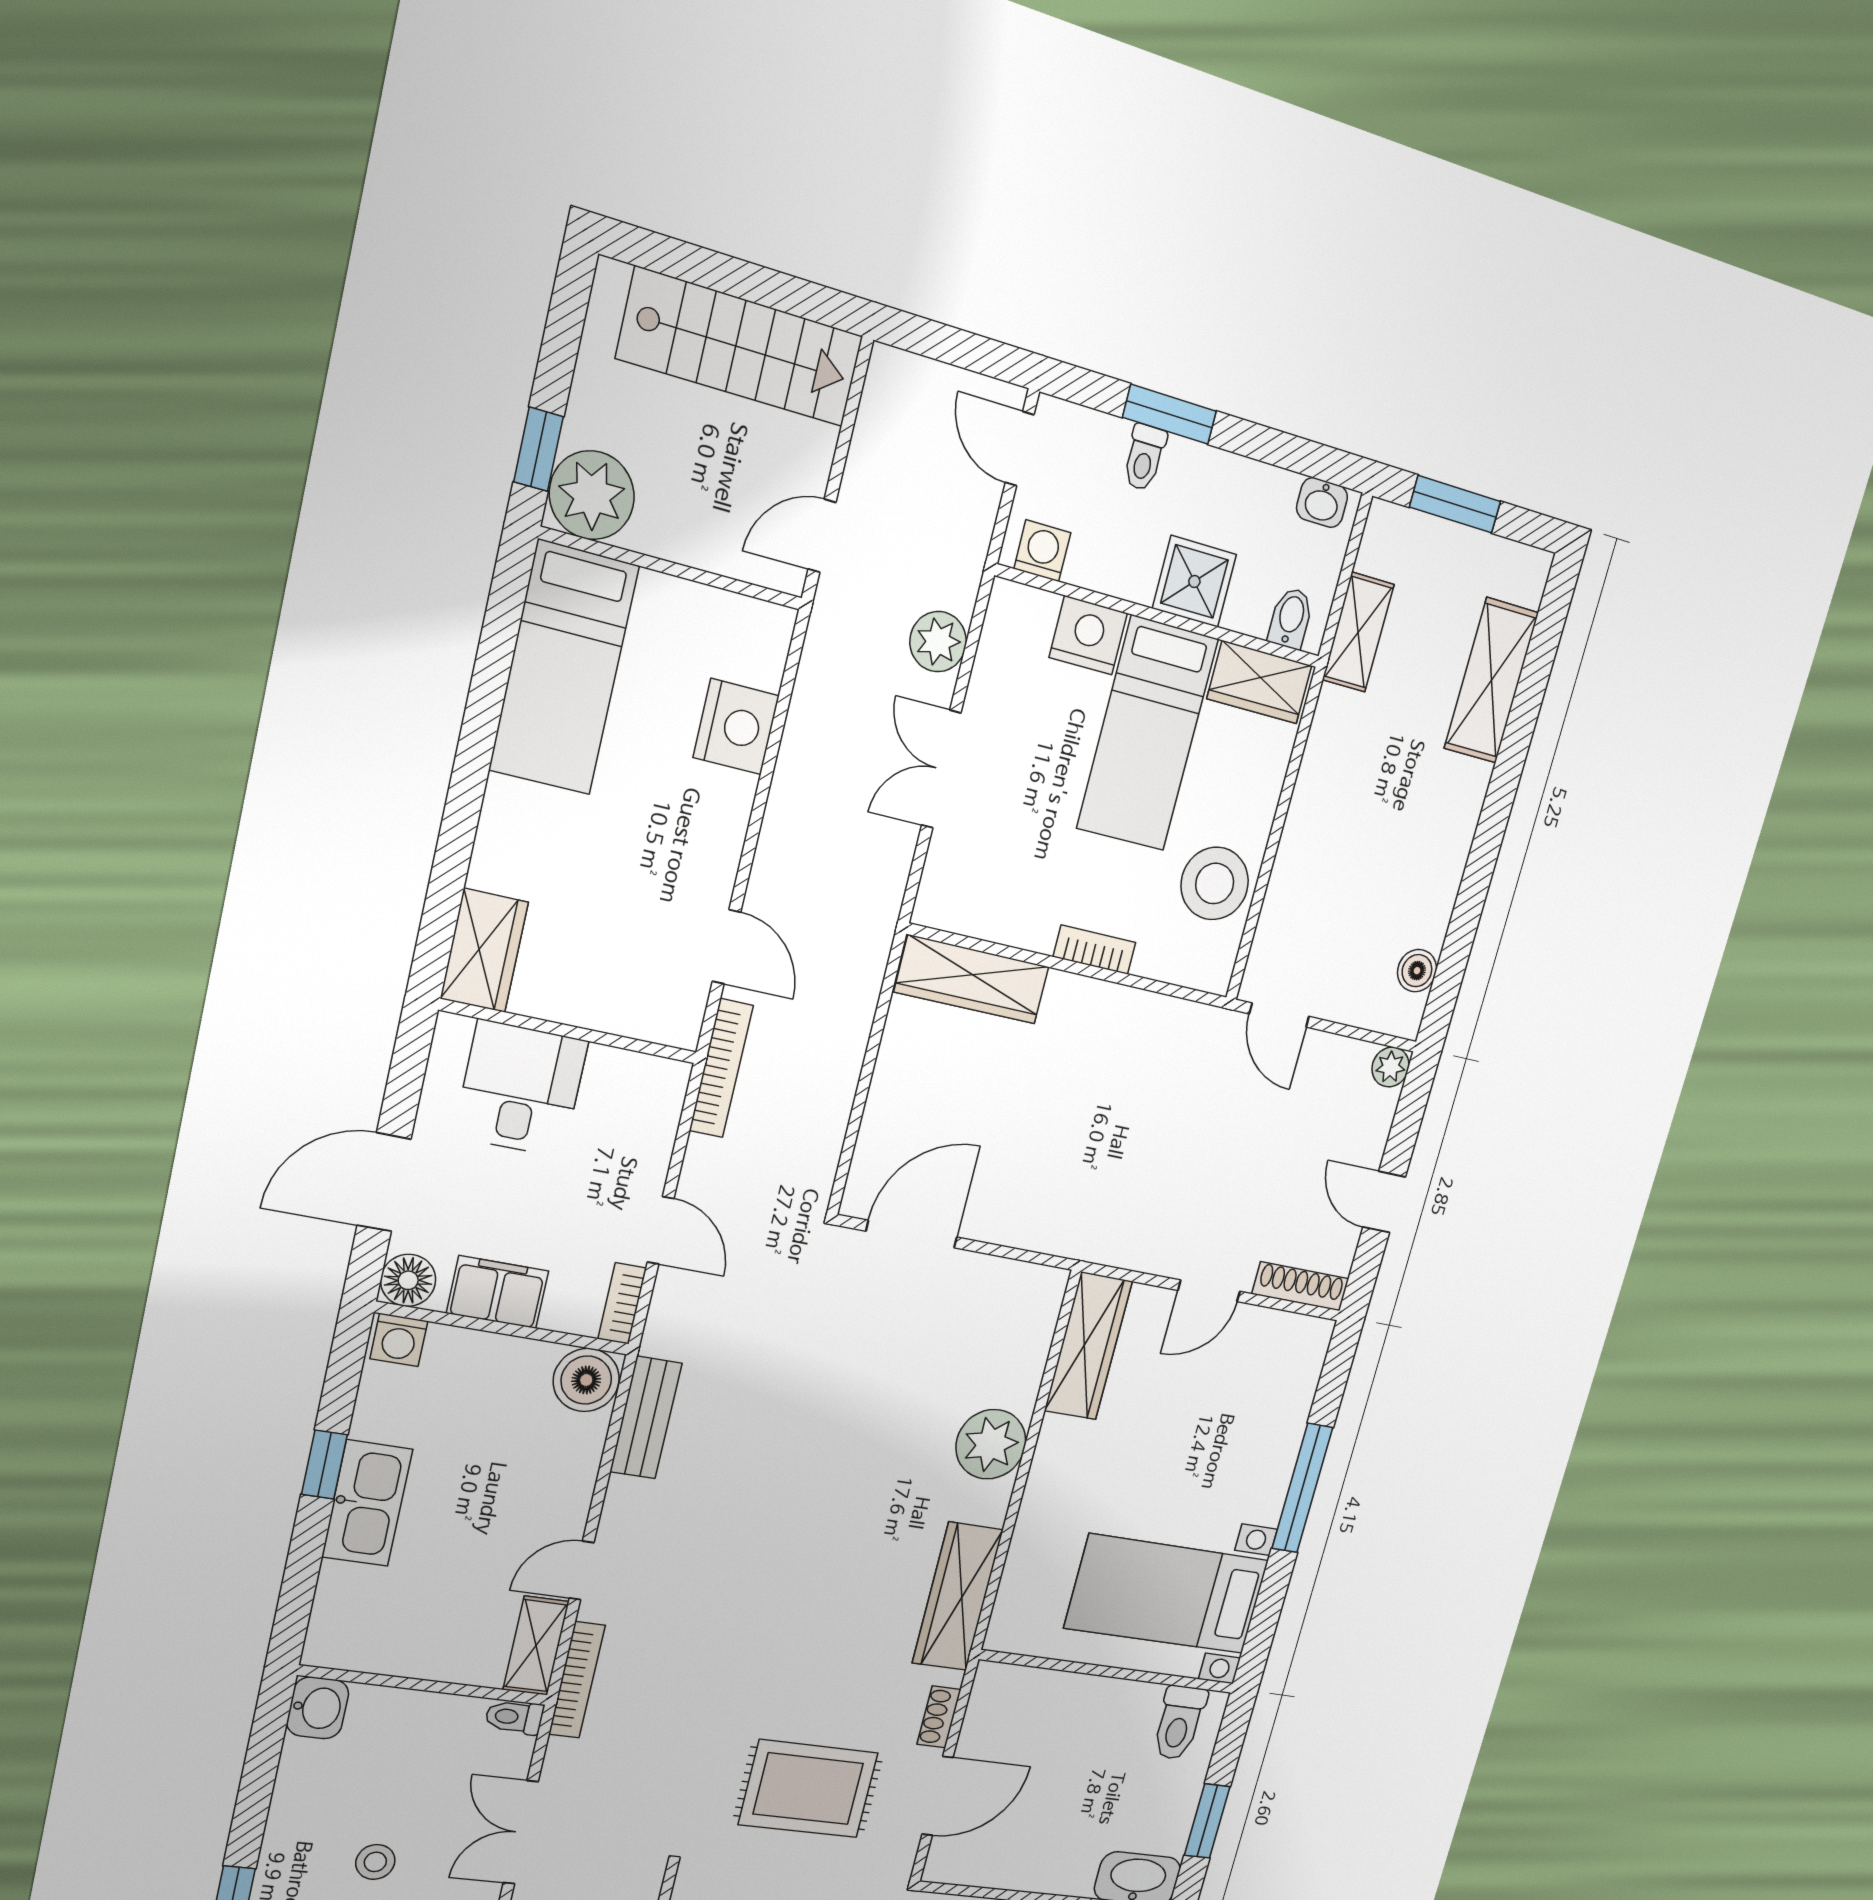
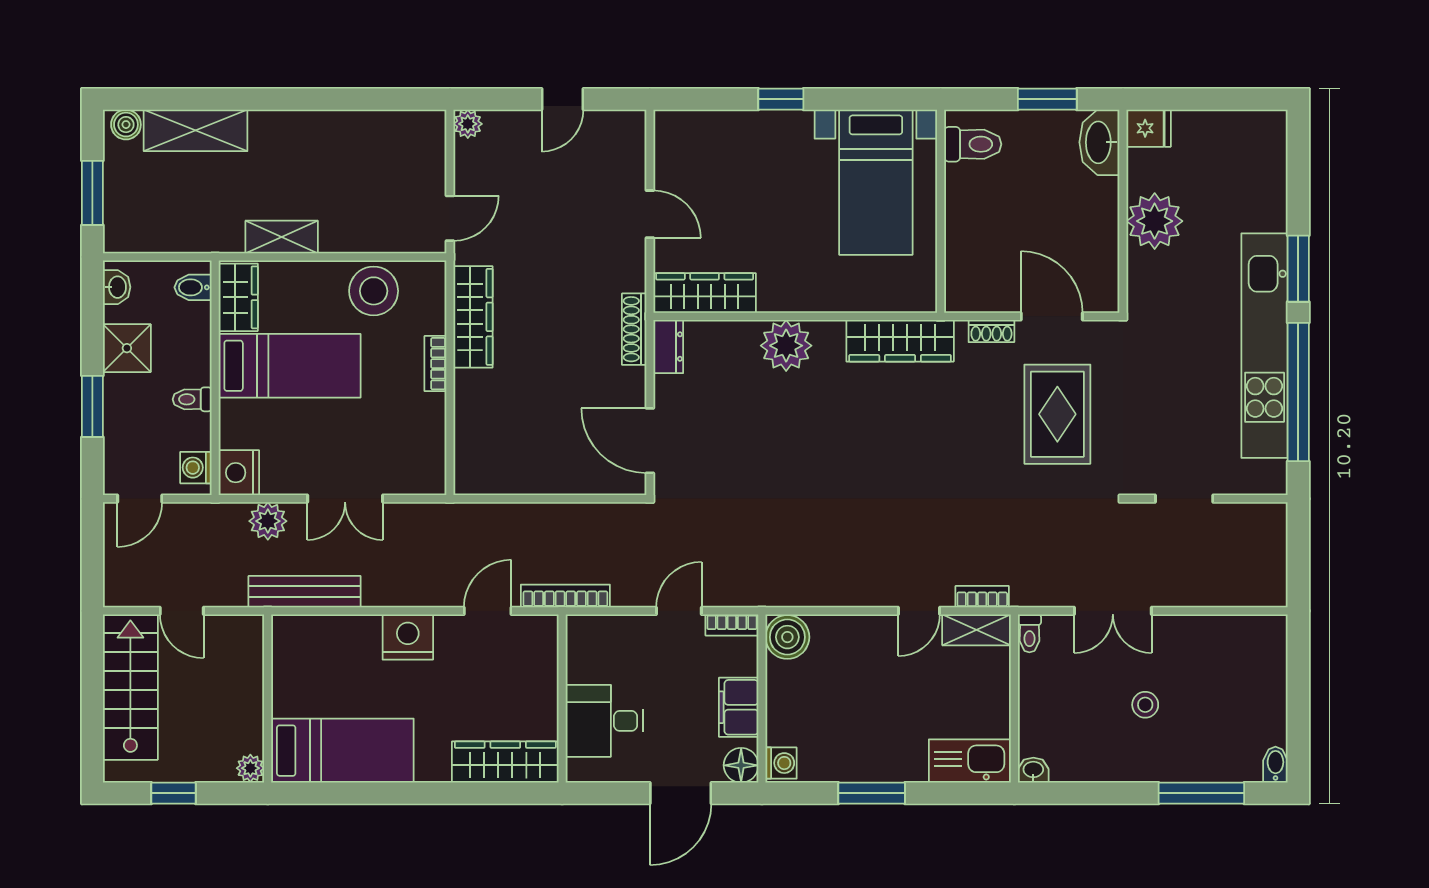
window: (538, 449) -> (174, 793), moved
toilet: (1144, 457) -> (192, 399), moved, turned 180
plant: (592, 495) -> (250, 768), width x0.53, depth x0.53
door: (822, 536) -> (182, 611), moved
shower: (1194, 581) -> (127, 348), moved
shelving: (1358, 632) -> (282, 237), moved
nightstand: (1088, 635) -> (239, 473), moved
nightstand: (736, 727) -> (408, 637), moved
wardrobe: (484, 950) -> (505, 762), width x1.50
boiler: (1417, 971) -> (126, 125), moved
wardrobe: (972, 979) -> (473, 317), moved
door: (384, 1182) -> (681, 793), hinge flipped
dresser: (1031, 1284) -> (668, 347), added
shoe rack: (1300, 1286) -> (634, 329), moved
bench: (646, 1418) -> (305, 592), moved, width x1.36
window: (324, 1465) -> (872, 793), width x1.50
window: (1302, 1488) -> (781, 99), width x0.46
kitchen sink: (367, 1503) -> (970, 761), moved
door: (582, 1570) -> (919, 611), hinge flipped
bookcase: (577, 1680) -> (982, 597), width x0.64
washbasin: (318, 1708) -> (1033, 770), width x0.72, depth x0.69

